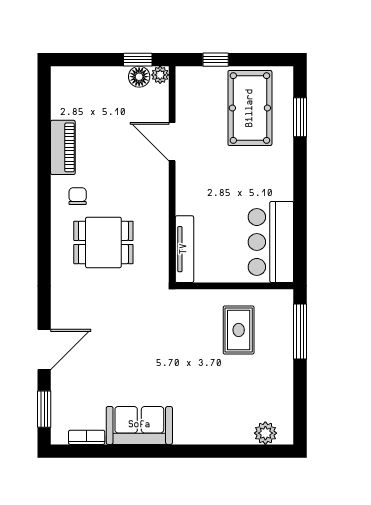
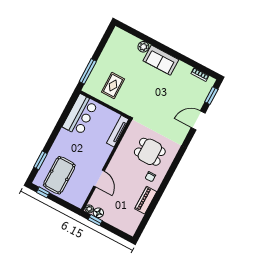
window: (216, 60) -> (43, 192), moved
sofa: (139, 425) -> (161, 60), moved
plant: (265, 433) -> (143, 47), moved

